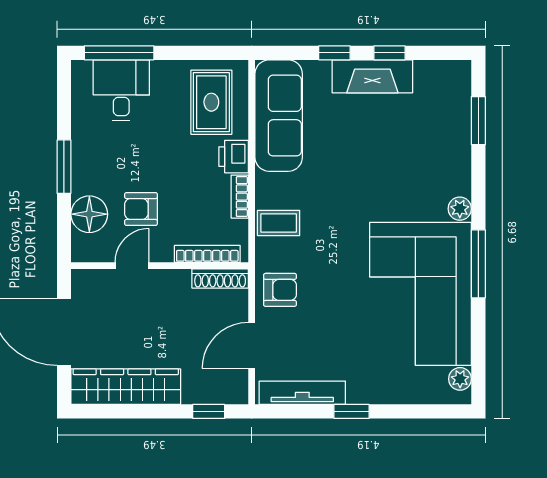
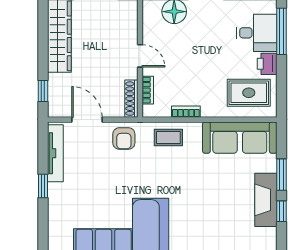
window: (334, 53) -> (282, 175), width x1.50
printer: (234, 157) -> (267, 64), moved, turned -90
armchair: (141, 209) -> (178, 46), removed
coffee table: (279, 223) -> (168, 137), turned 90
bookcase: (207, 254) -> (148, 90), width x0.64
door: (132, 266) -> (140, 56), moved

